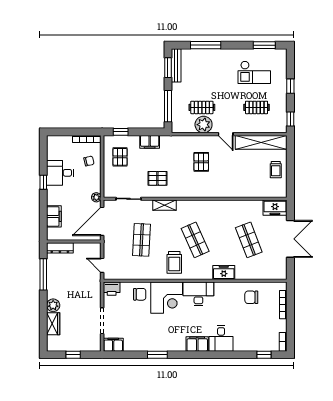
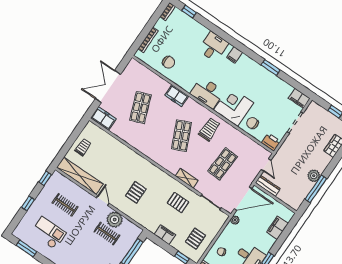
dresser: (60, 248) -> (268, 186), moved
plant: (53, 305) -> (314, 176), moved
filing cabinet: (197, 344) -> (234, 55), width x0.50

